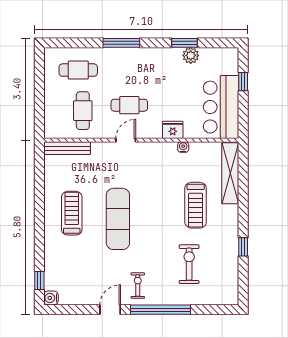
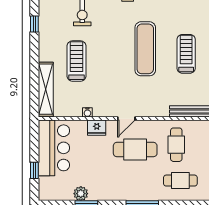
cafe table: (129, 105) -> (135, 150), width x1.37, depth x1.35
door: (126, 140) -> (126, 119), moved
treadmill: (72, 213) -> (186, 54), turned 180

